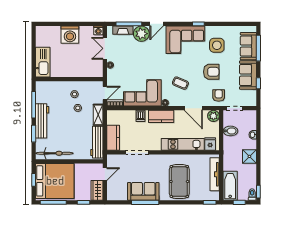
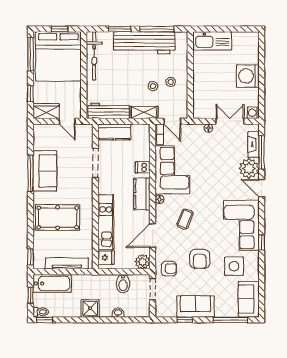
sofa: (248, 46) -> (249, 299), moved, turned -90
workbench: (42, 121) -> (144, 43), width x1.36, depth x1.32

